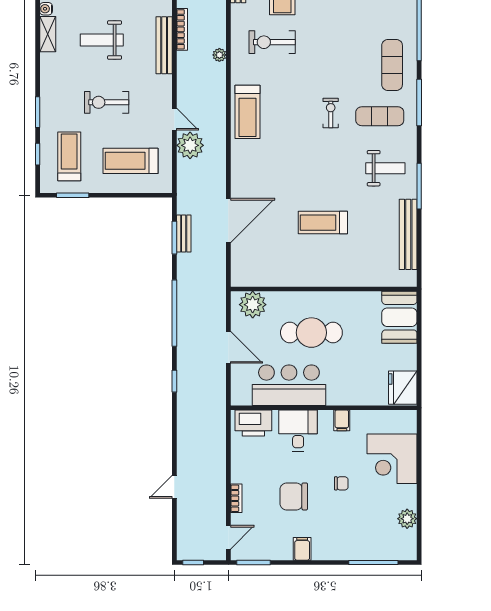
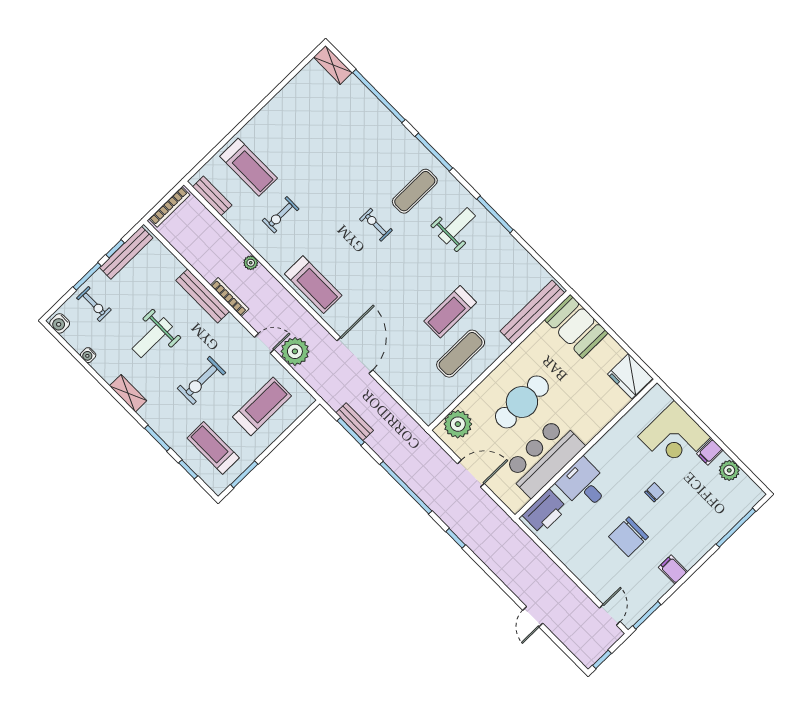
bookcase: (182, 29) -> (230, 297), moved
shelving: (48, 34) -> (128, 393), moved
exercise bike: (272, 42) -> (281, 215), width x0.73, depth x0.72
exercise mat: (392, 65) -> (461, 354), moved, turned 90
treadmill: (131, 161) -> (262, 406), turned 180
door: (228, 221) -> (355, 355), moved
bench: (408, 234) -> (532, 312), moved, turned 90
filing cabinet: (342, 420) -> (710, 452), moved, turned 90
bookcase: (236, 498) -> (587, 580), removed

